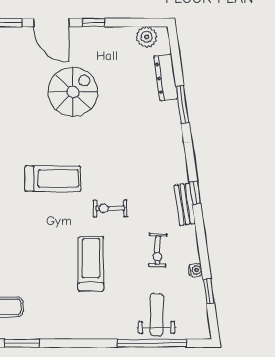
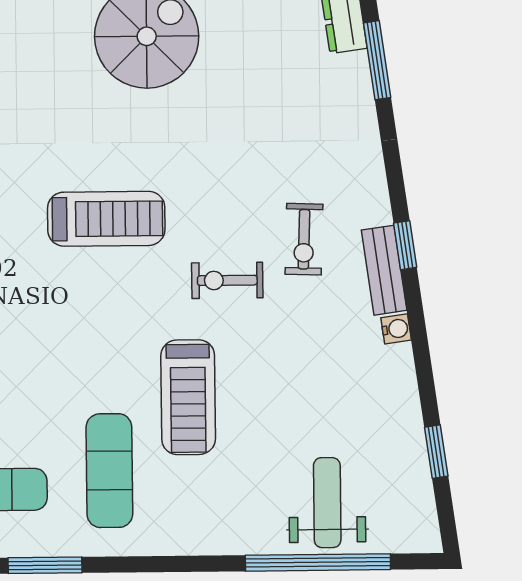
exercise bike: (158, 250) -> (304, 239), moved
treadmill: (91, 264) -> (188, 397), turned 180
water cooler: (195, 270) -> (396, 329), moved
exercise mat: (53, 298) -> (109, 471), added

